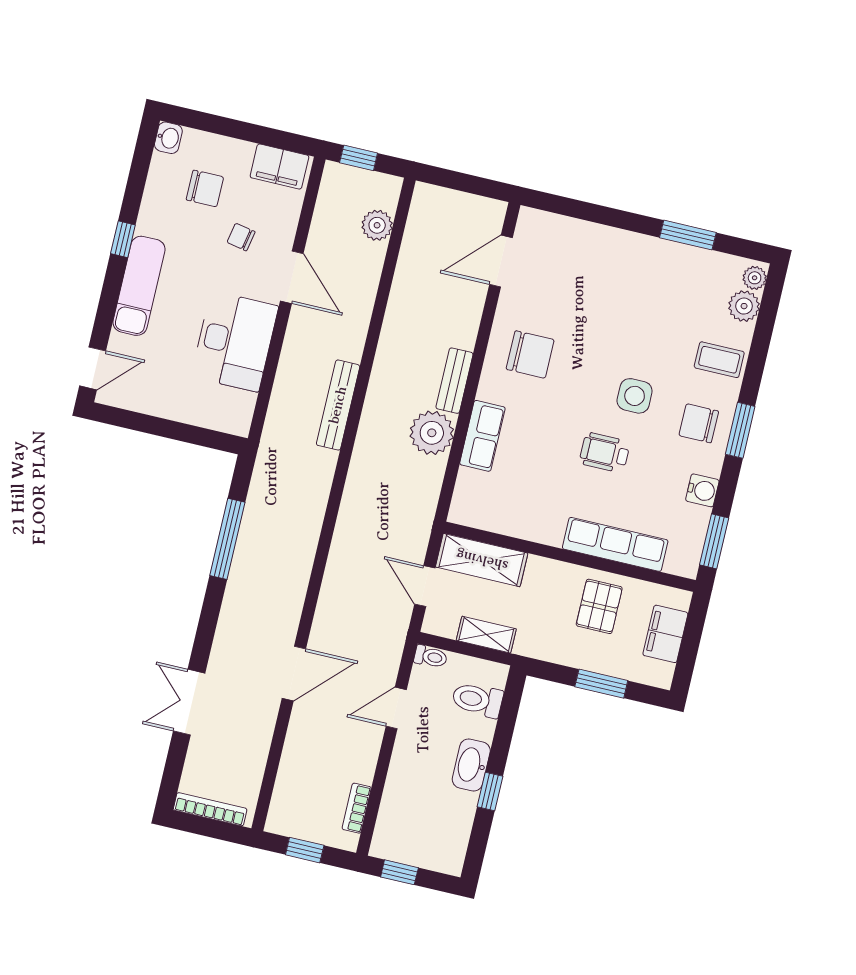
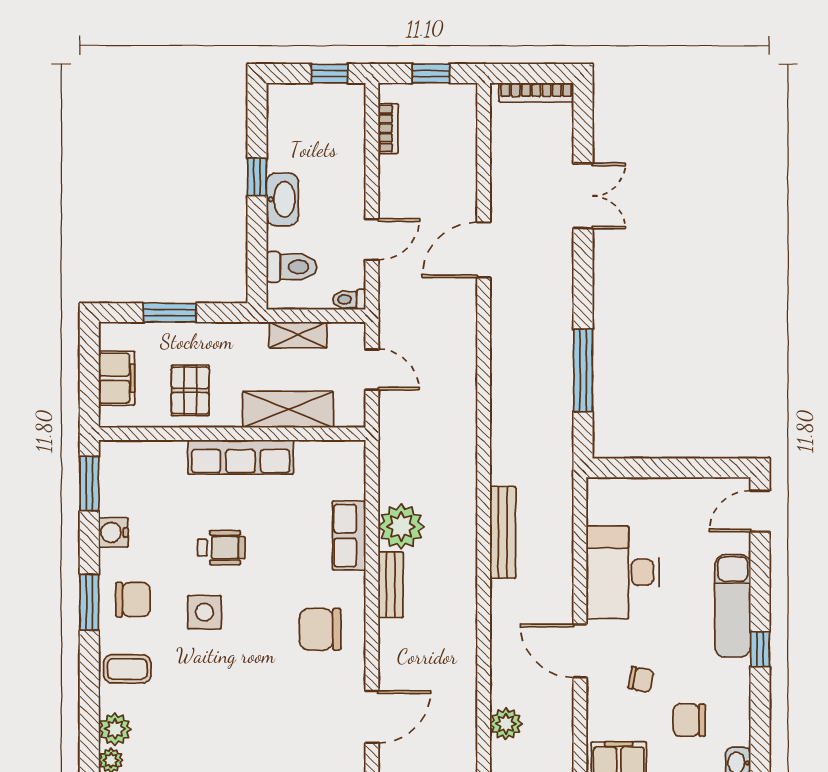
row of seats: (615, 544) -> (241, 457), moved
shelving: (482, 560) -> (288, 409), moved

